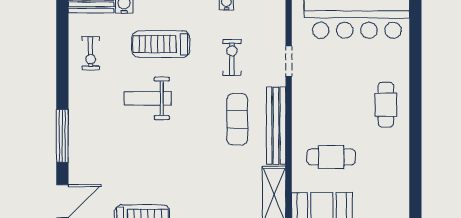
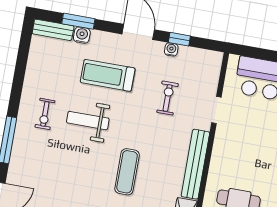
exercise bike: (91, 53) -> (45, 114), moved
exercise mat: (237, 119) -> (127, 172), moved

